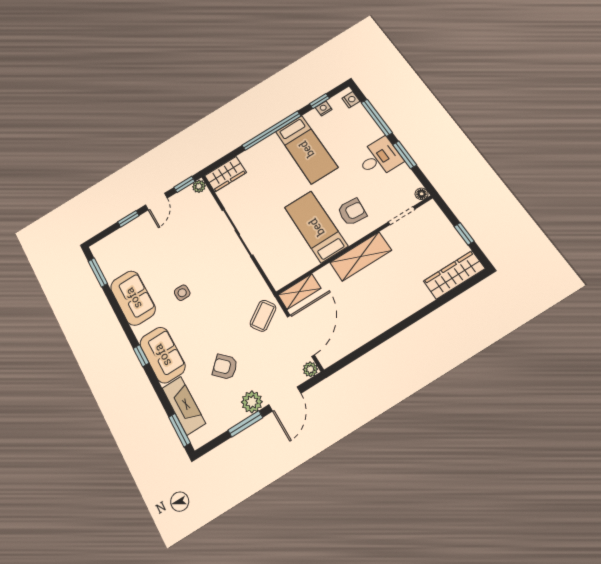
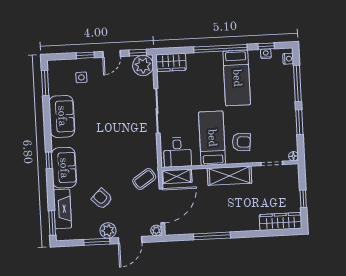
desk: (379, 158) -> (177, 152), moved, turned 90
plant: (199, 186) -> (143, 65), width x1.87, depth x1.87
side table: (182, 293) -> (81, 77), moved
window: (382, 338) -> (212, 236), added

